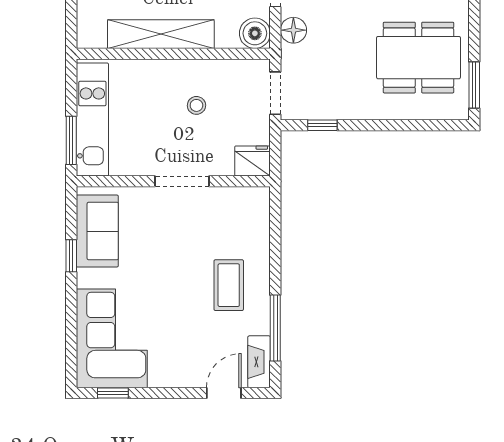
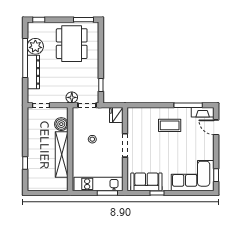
floor lamp: (293, 30) -> (72, 97), moved
boiler: (255, 33) -> (61, 124), moved

